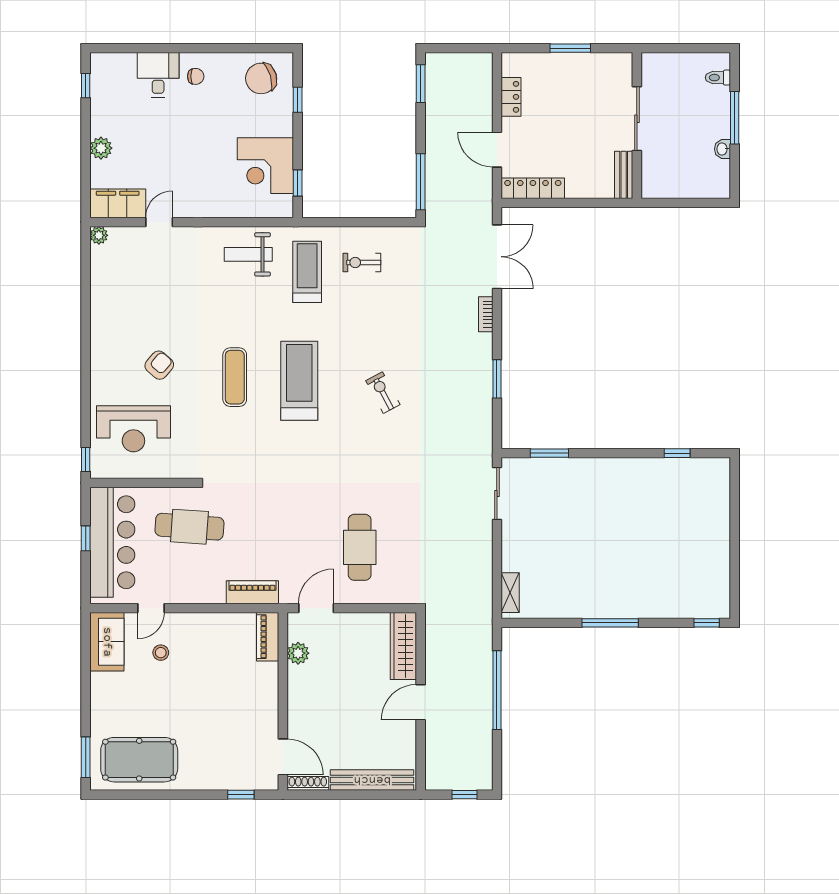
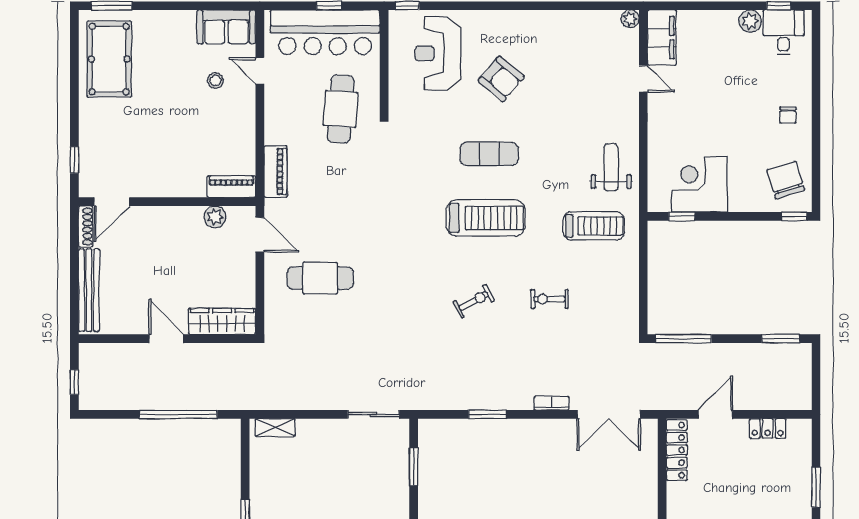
desk: (158, 75) -> (783, 32), moved, turned -90
window: (298, 100) -> (794, 216), moved
plant: (101, 148) -> (750, 21), moved
exercise bike: (362, 262) -> (549, 299), moved, turned -90
armchair: (159, 365) -> (501, 79), width x1.38, depth x1.38

